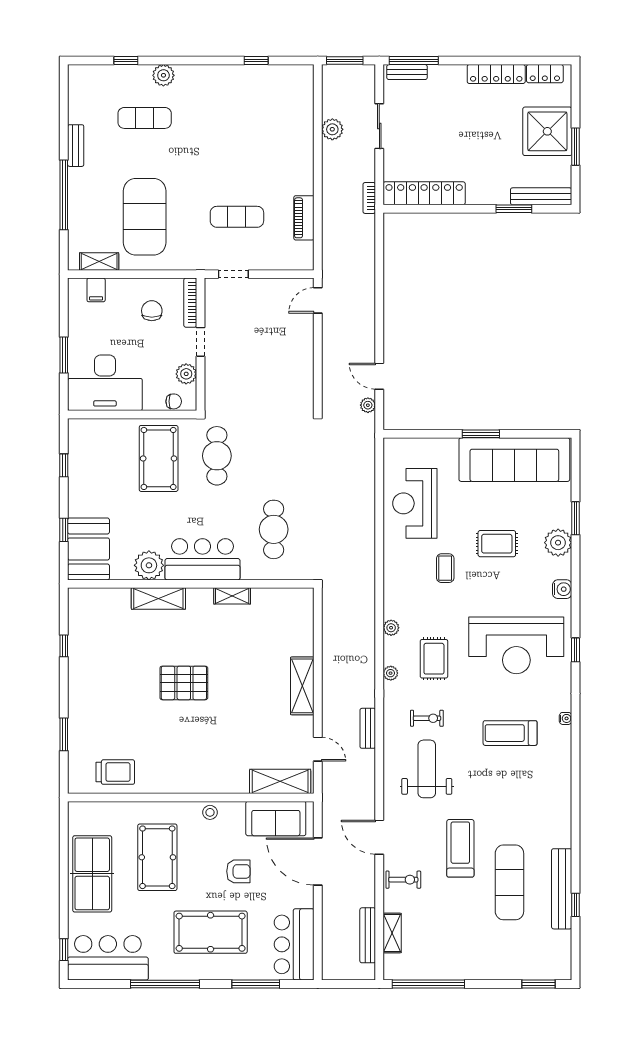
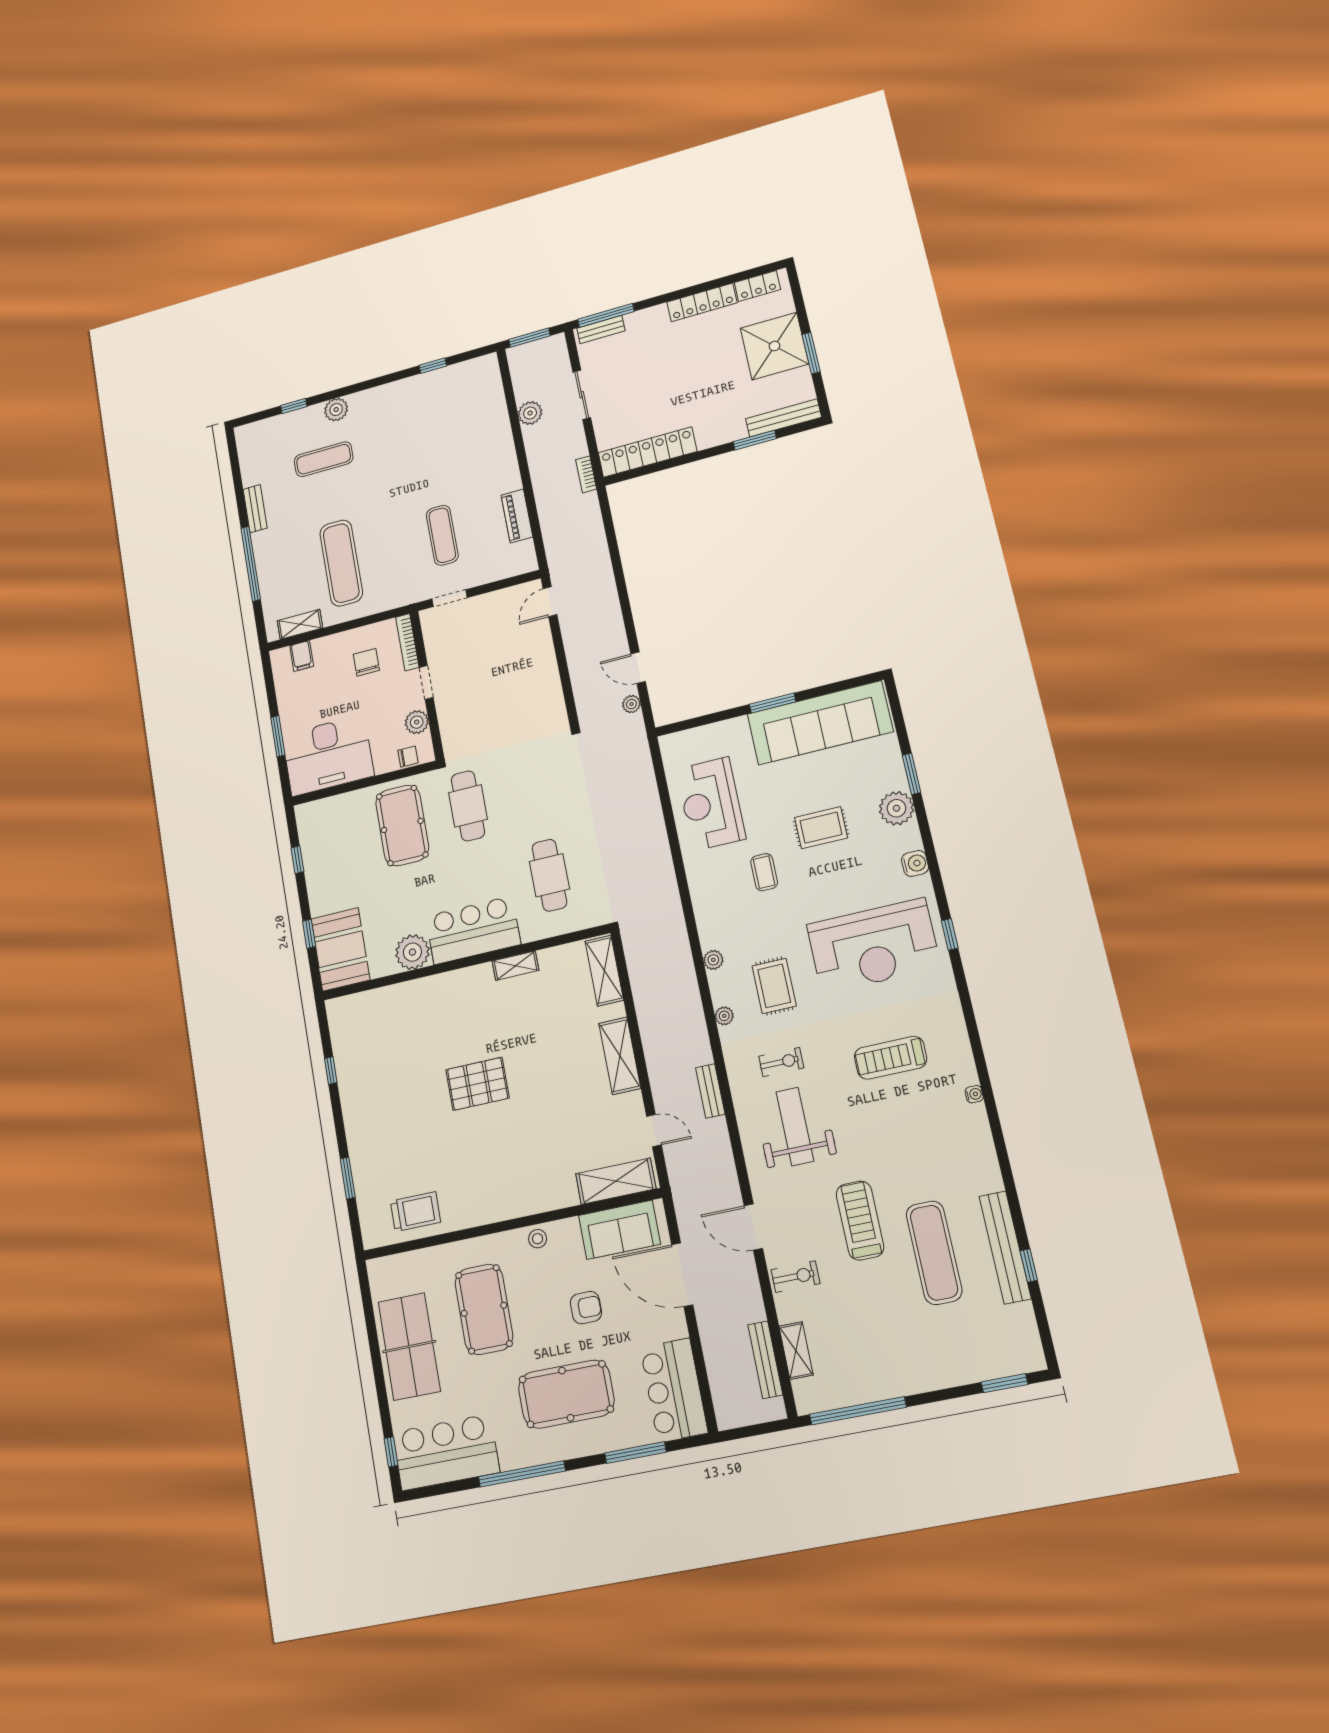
exercise mat: (145, 217) -> (341, 563), width x0.68
exercise mat: (237, 217) -> (442, 535), turned 90
shelving: (158, 599) -> (604, 971), moved, turned 90
water cooler: (566, 718) -> (974, 1094), moved

